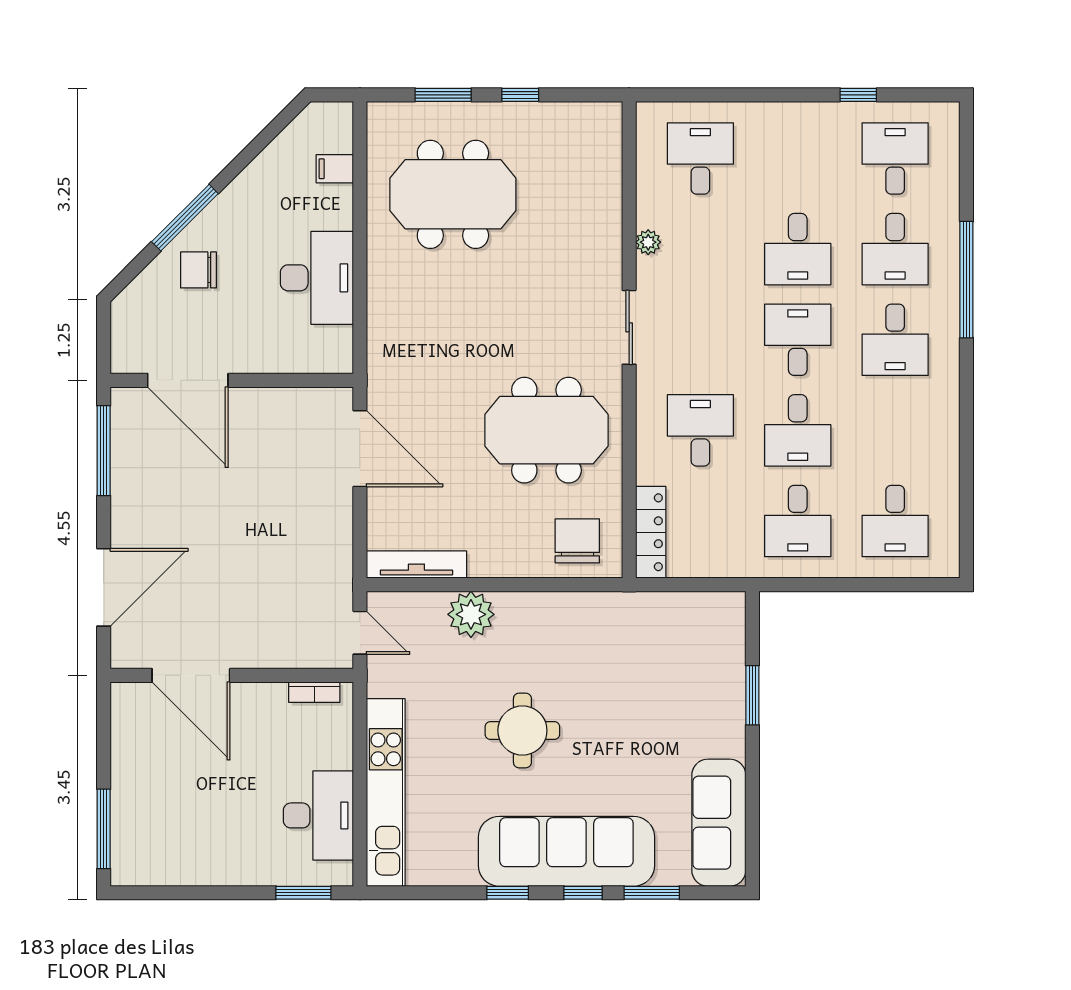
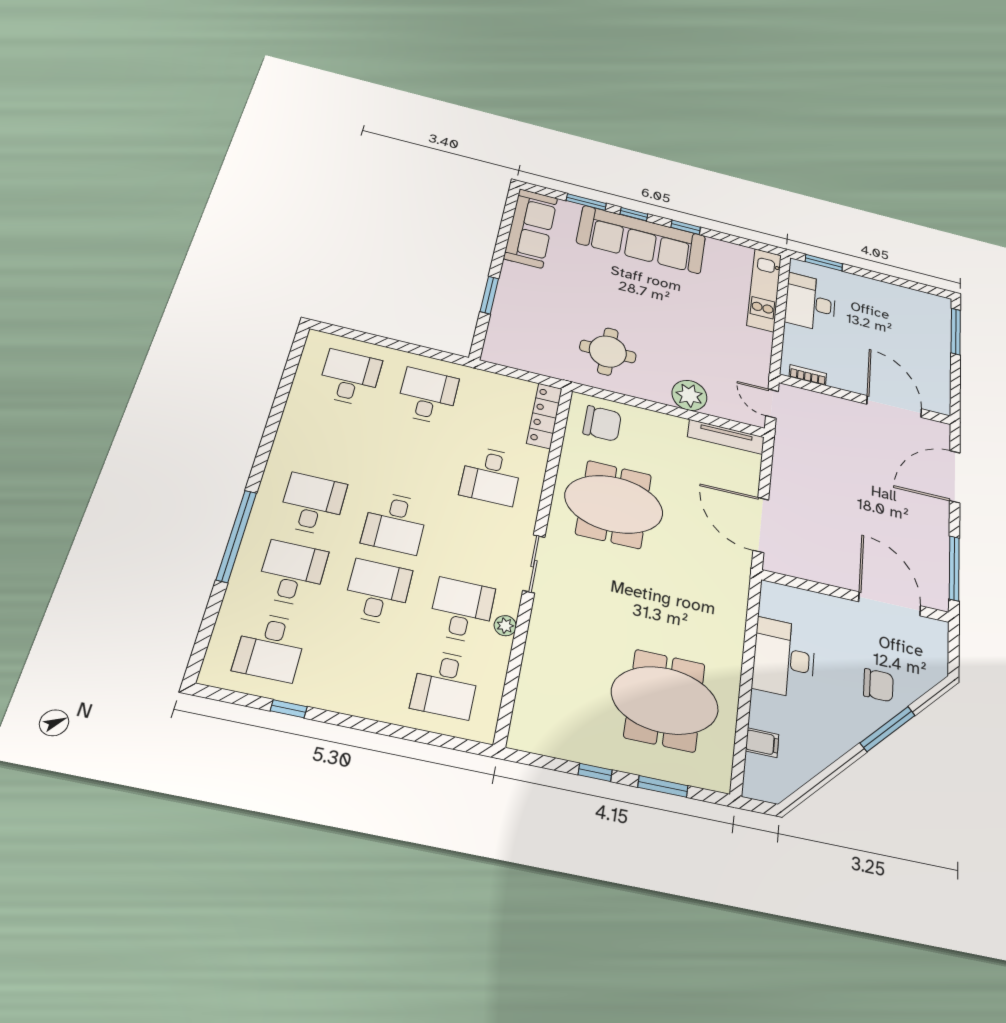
desk: (798, 430) -> (462, 610), moved
chair: (577, 541) -> (602, 423), turned -90
round table: (522, 730) -> (608, 351), moved
kitchen unit: (386, 792) -> (764, 290), width x0.73

